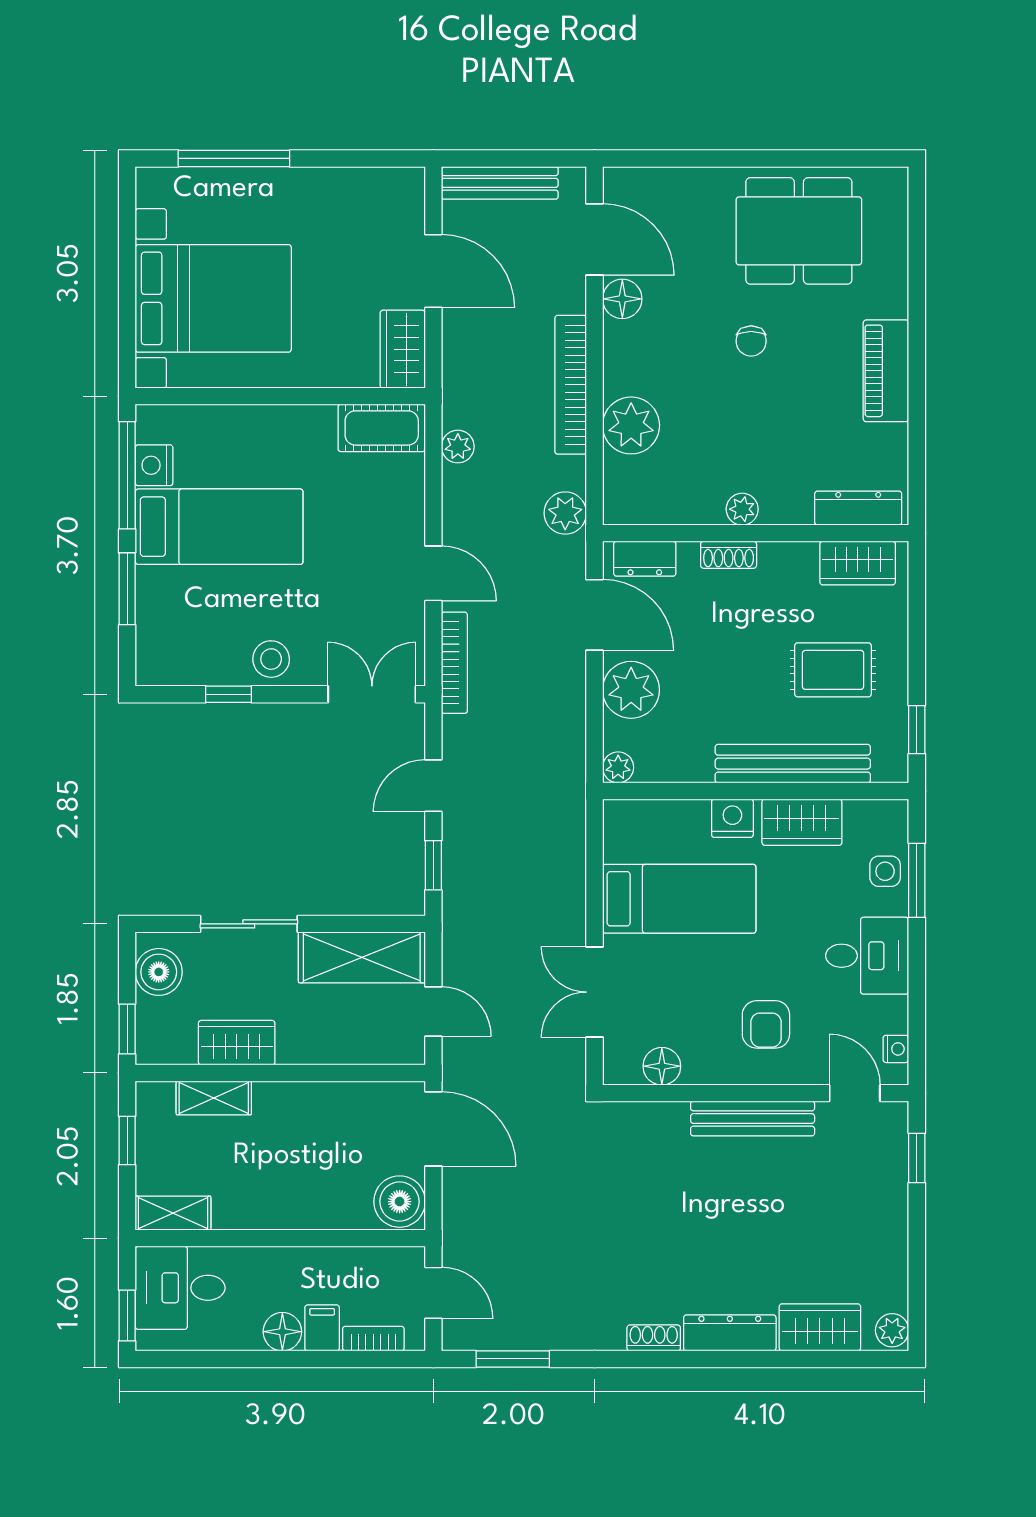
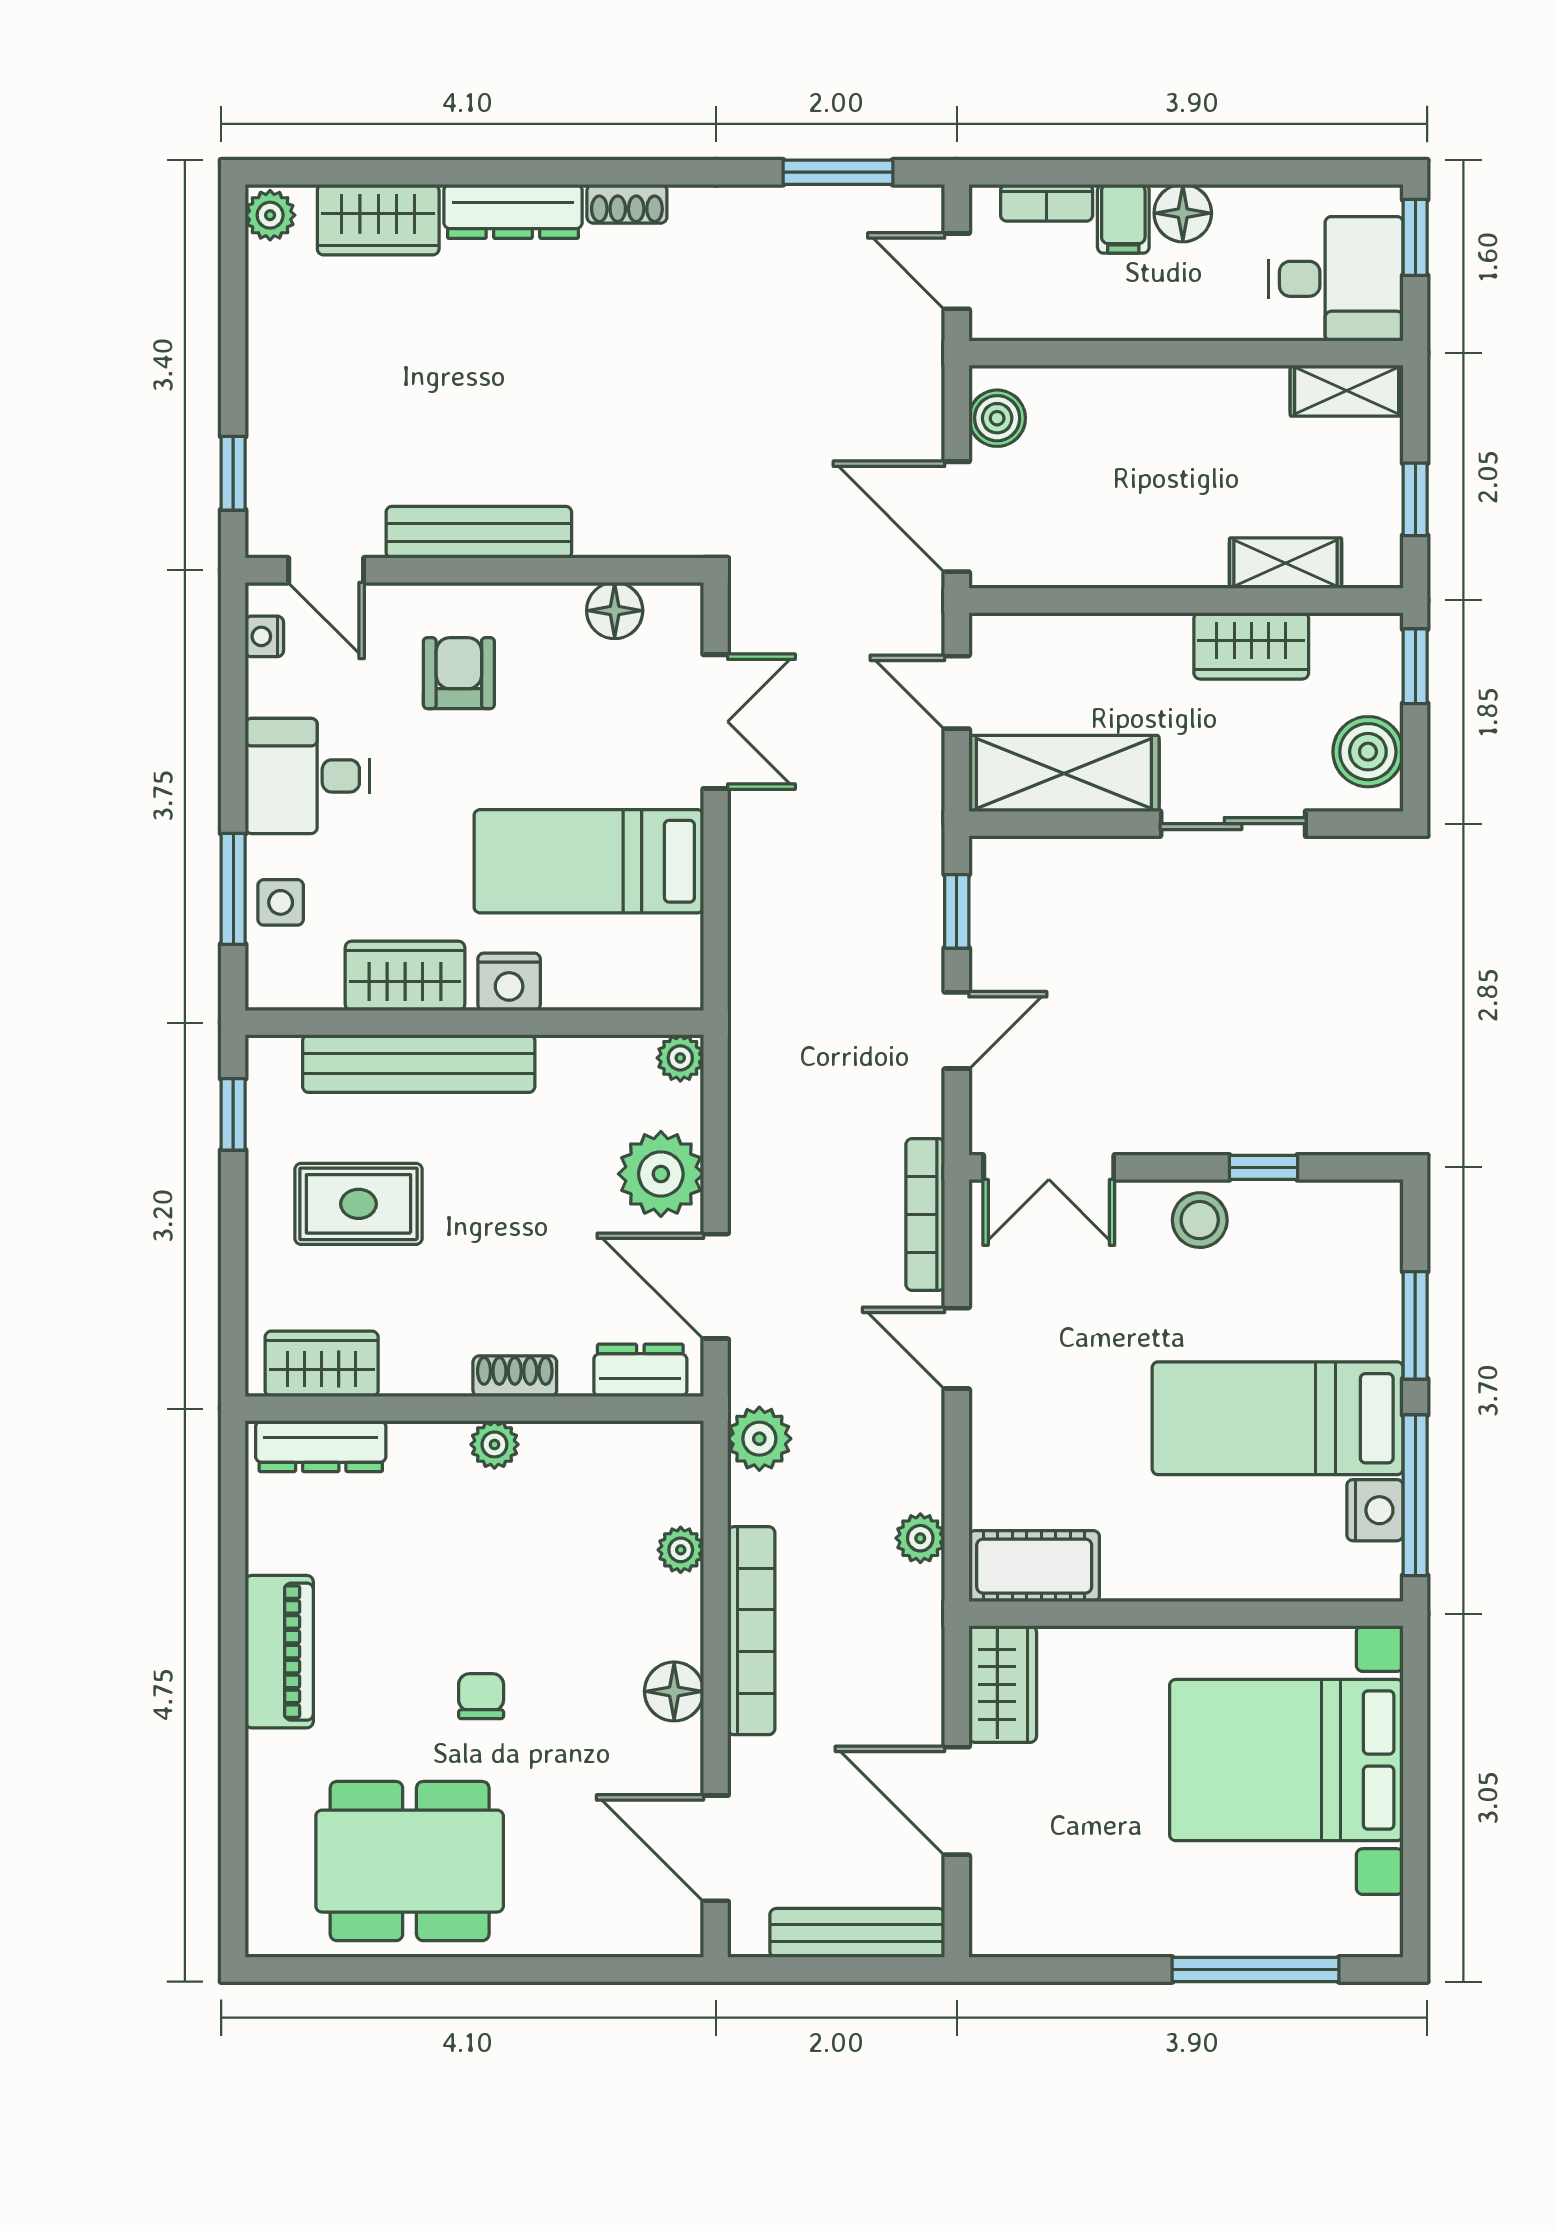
floor lamp: (622, 299) -> (674, 1691), moved
plant: (631, 425) -> (681, 1550), width x0.53, depth x0.53
boiler: (400, 1202) -> (997, 418), width x0.73, depth x0.73

